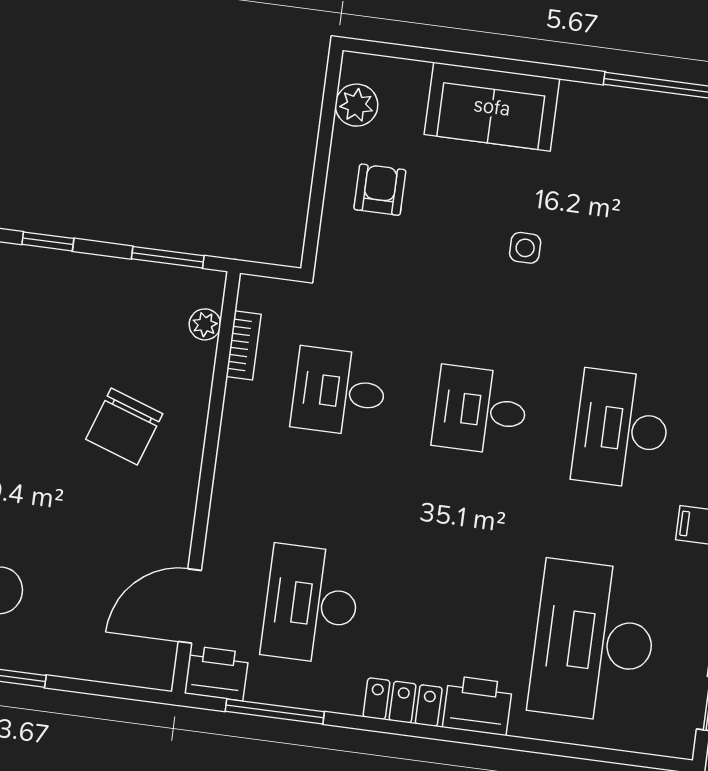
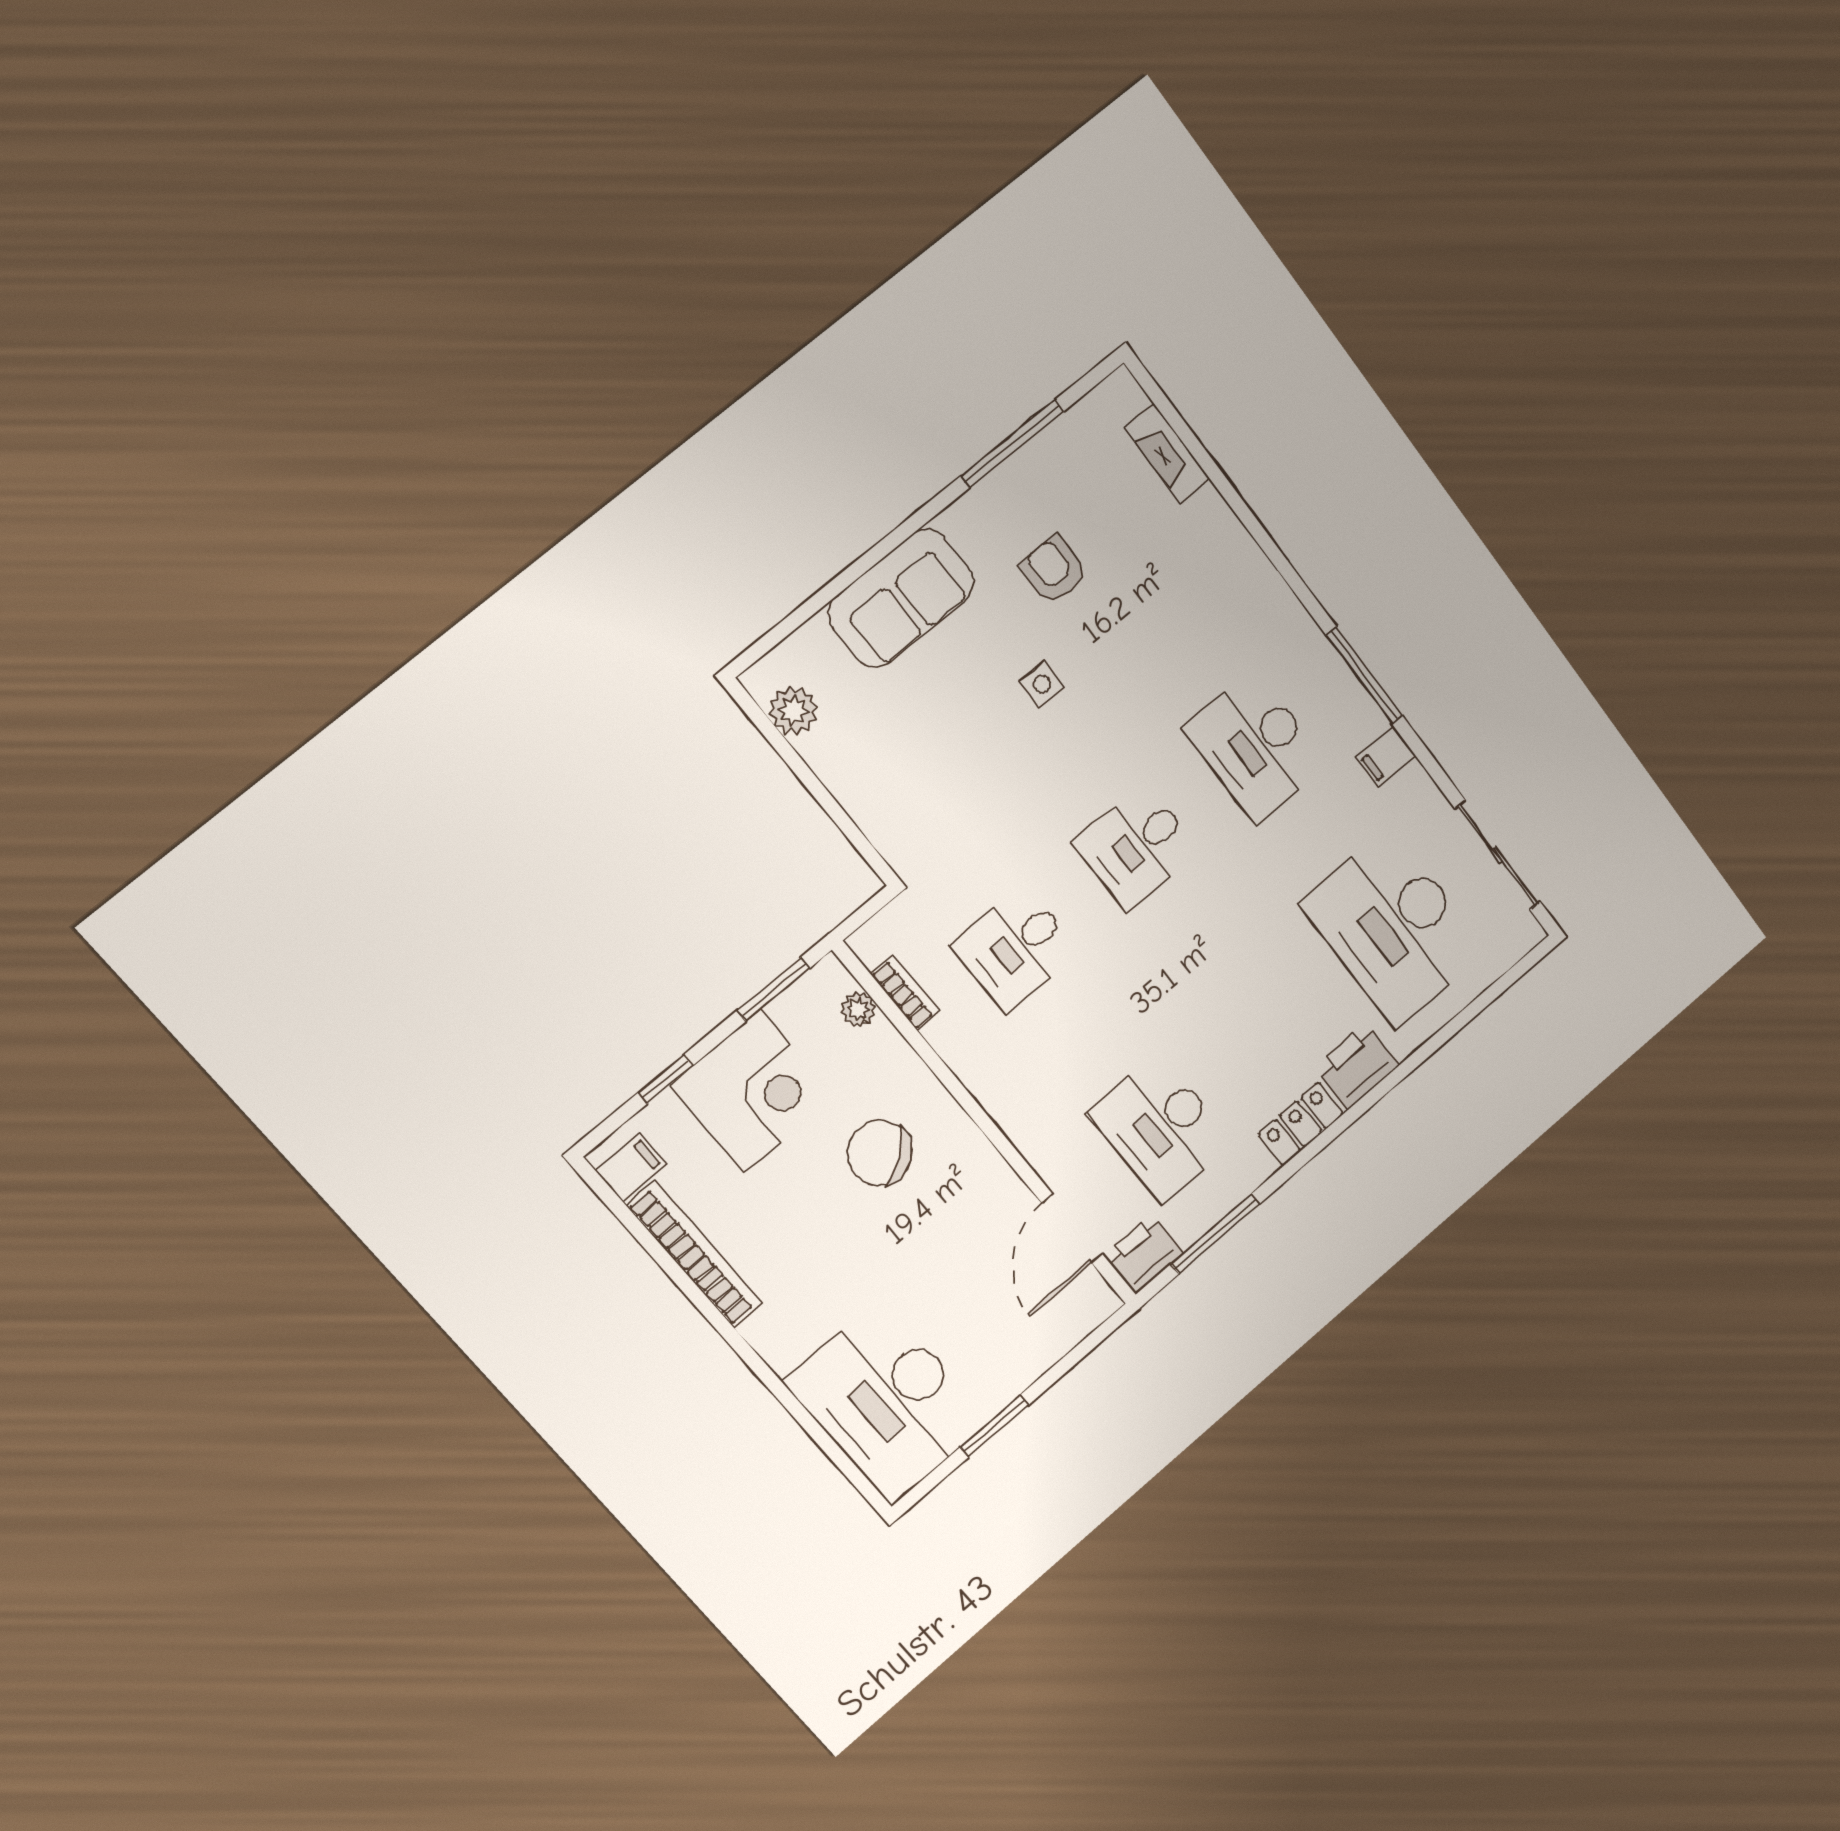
armchair: (380, 190) -> (1053, 570), moved
corner desk: (90, 305) -> (753, 1091), added
chair: (124, 426) -> (880, 1153), turned 124

